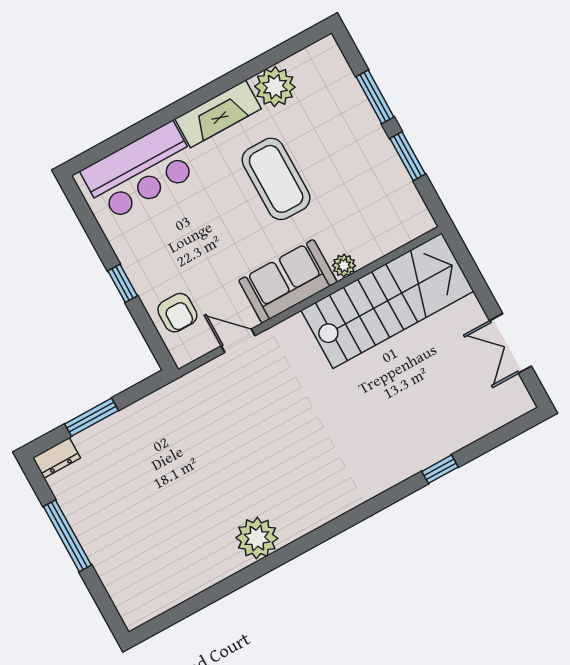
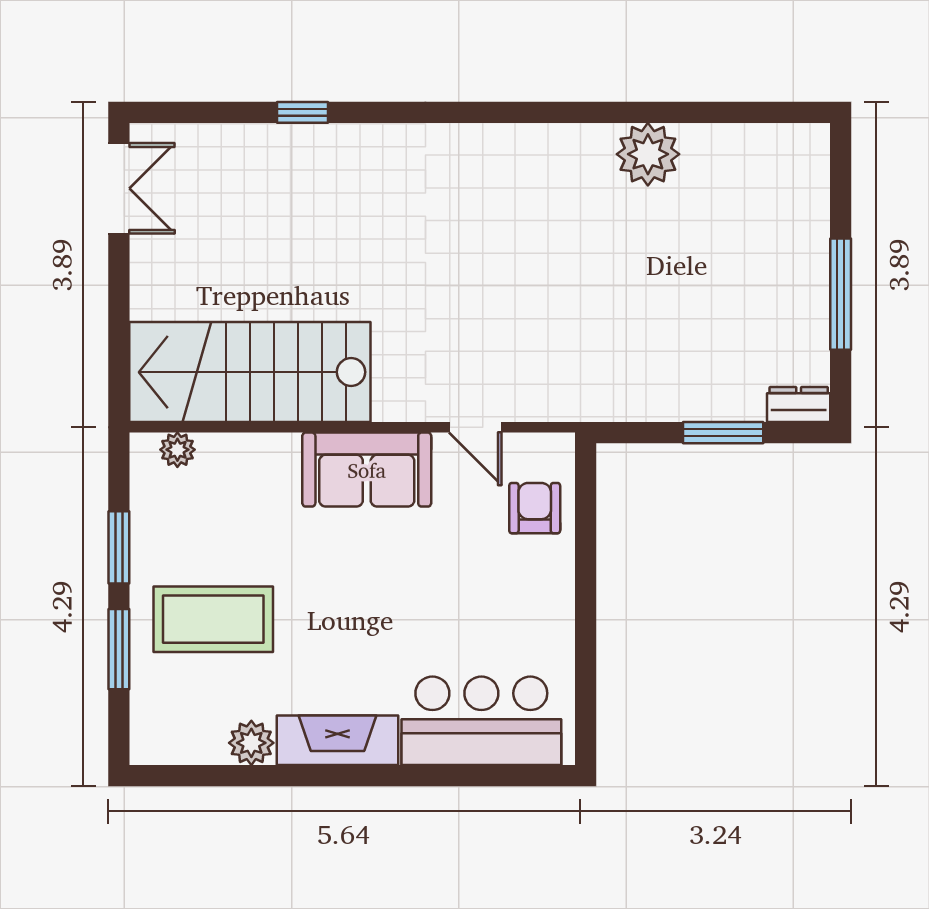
plant: (275, 87) -> (251, 743), width x0.73, depth x0.73
coffee table: (276, 179) -> (213, 619), moved, turned 90
plant: (344, 266) -> (177, 450), moved
window: (123, 283) -> (586, 586), removed
double door: (511, 343) -> (119, 188), moved
plant: (257, 538) -> (648, 154), moved

